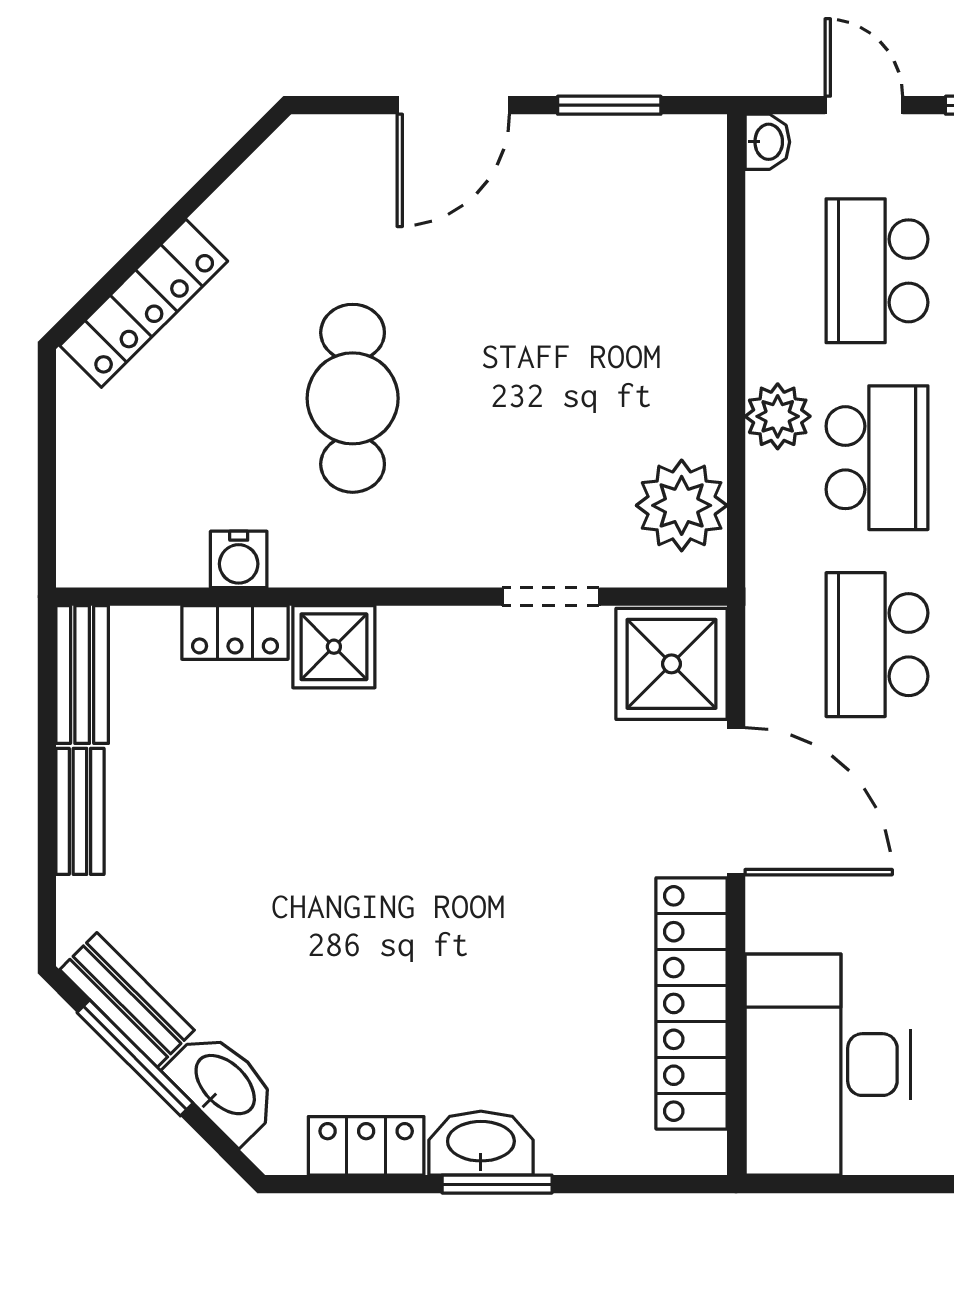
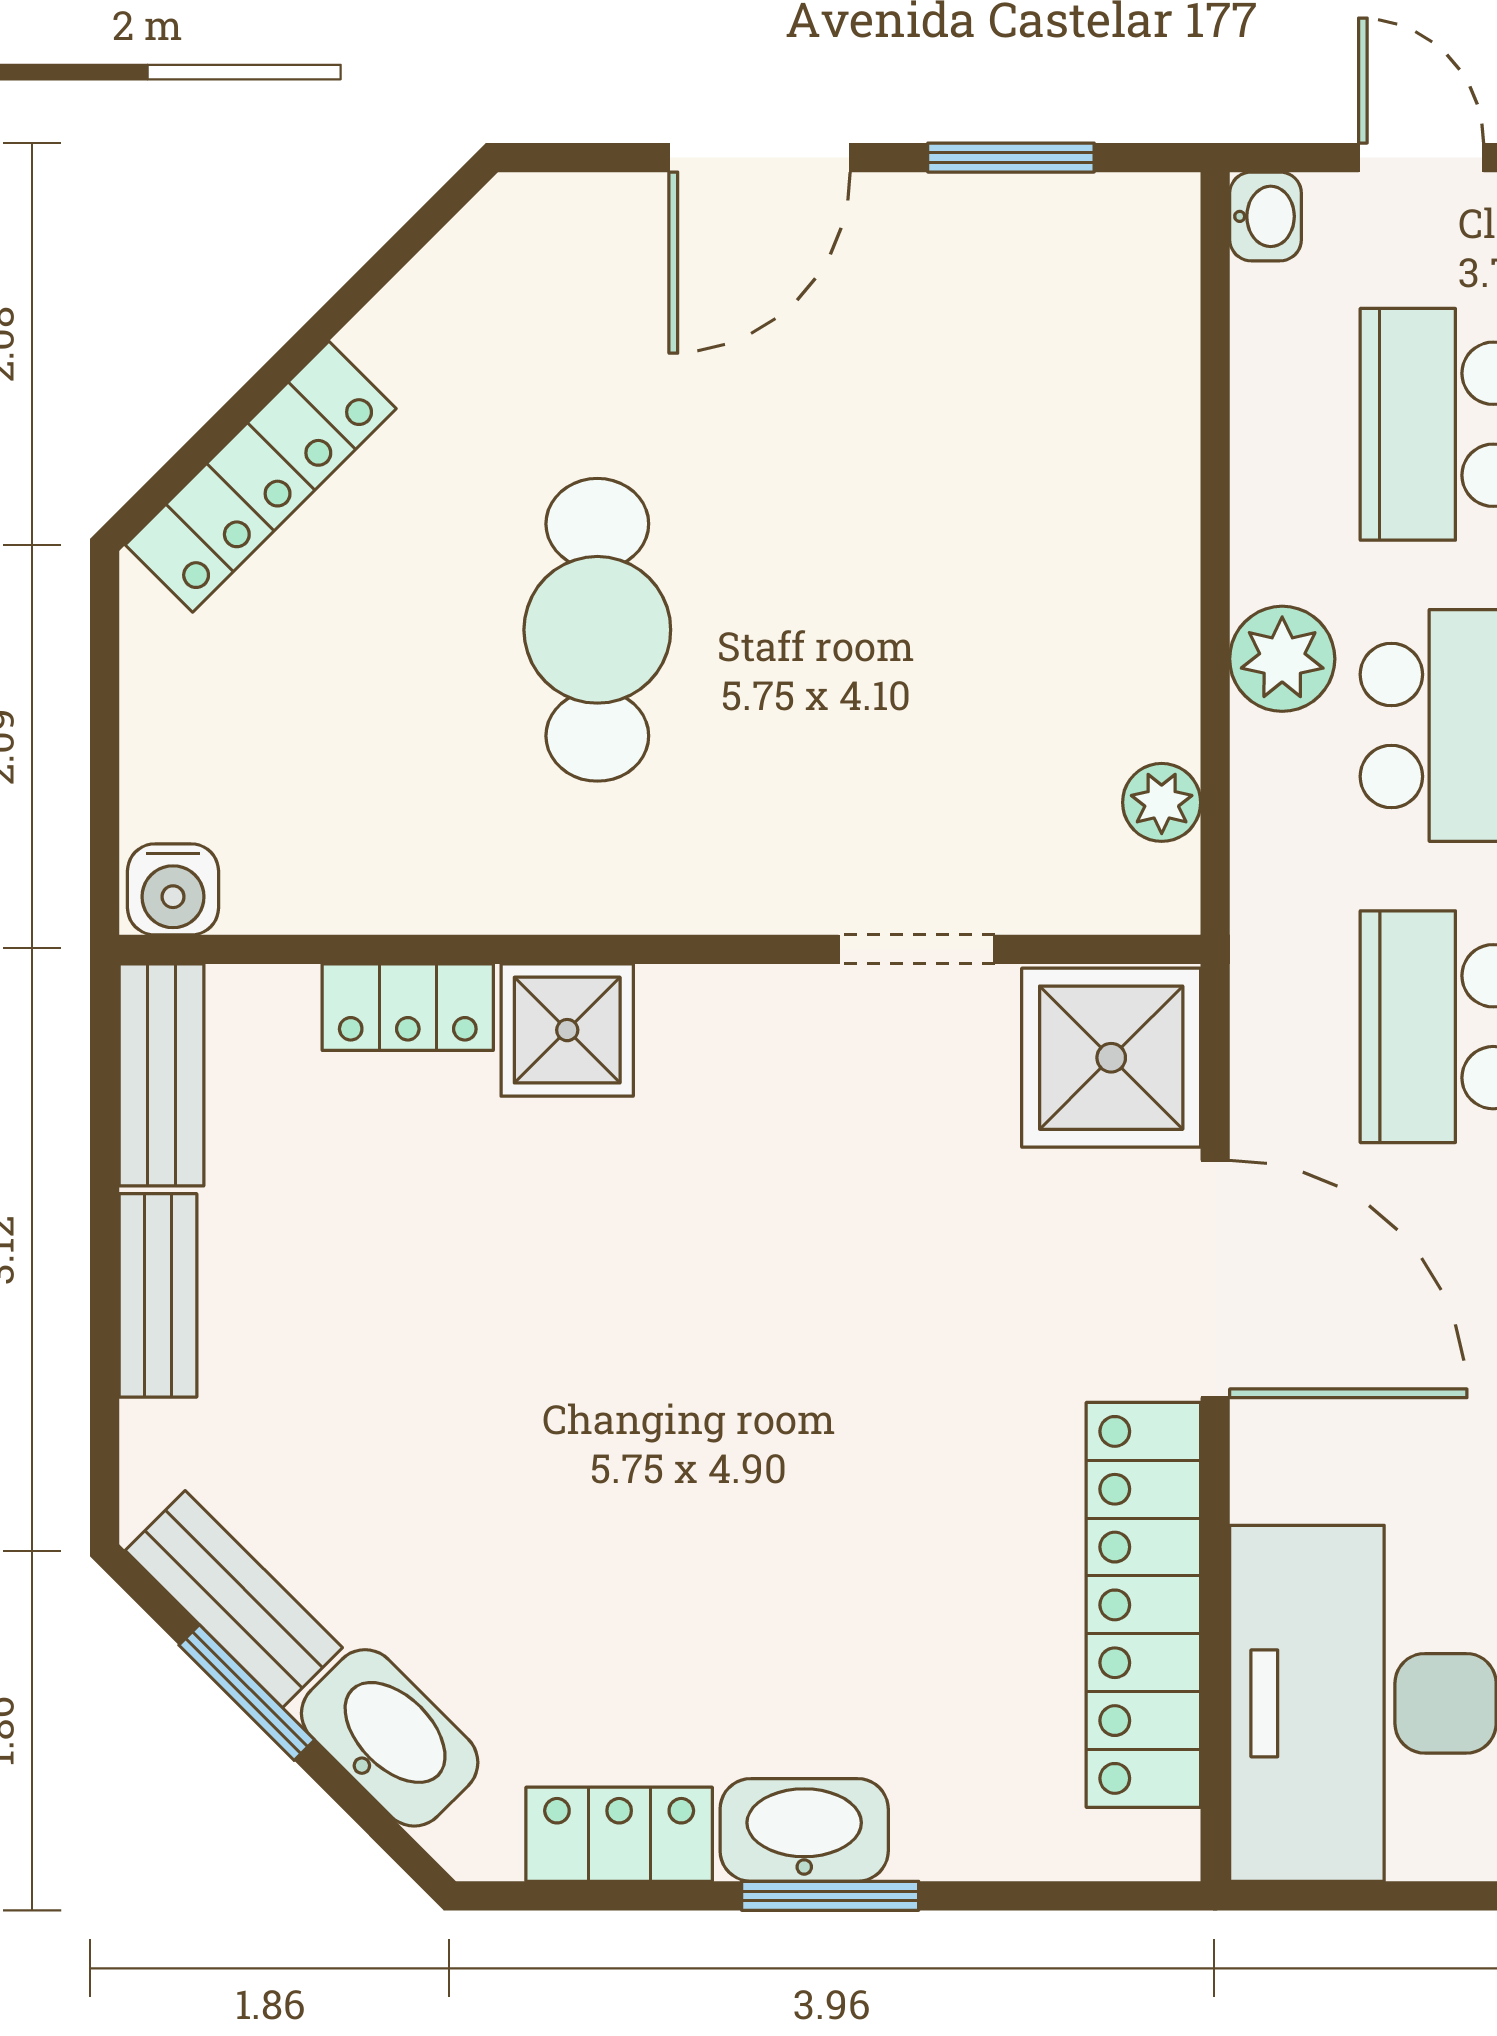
plant: (682, 505) -> (1162, 802), width x0.53, depth x0.53
water cooler: (239, 559) -> (173, 889), moved
window: (135, 1058) -> (247, 1693), width x0.69

